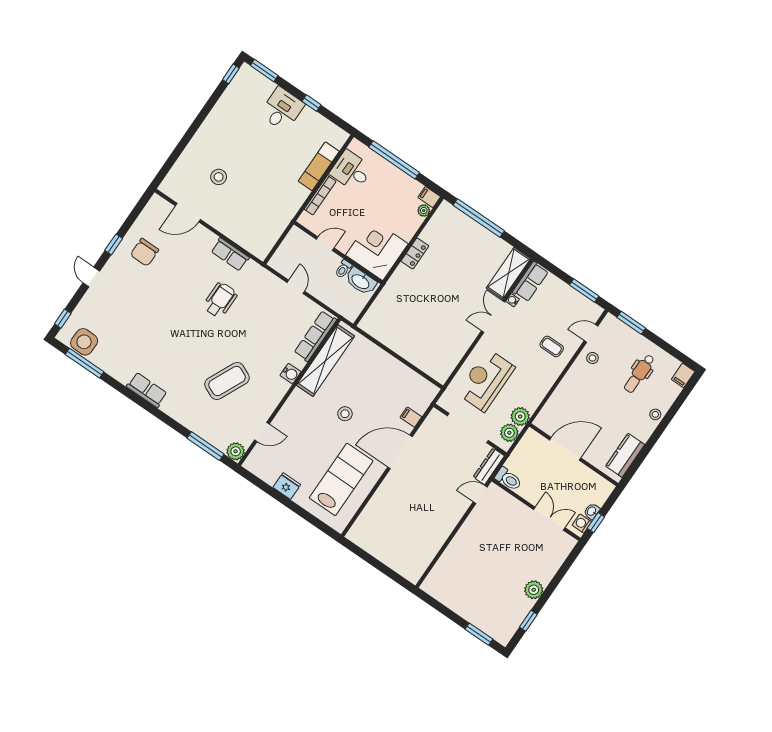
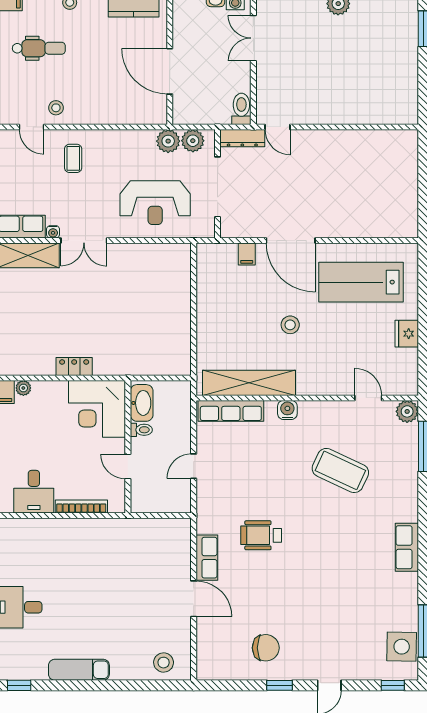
exam couch: (319, 166) -> (79, 670), moved, turned 180
stool: (219, 177) -> (164, 663), moved
door: (188, 213) -> (194, 599), moved

